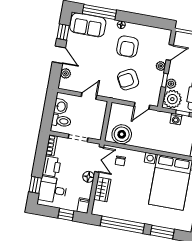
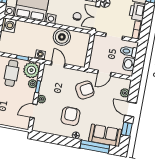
armchair: (128, 80) -> (85, 90), moved
door: (142, 106) -> (58, 64), hinge flipped
washing machine: (176, 119) -> (40, 55), moved
boiler: (122, 134) -> (62, 37), moved

